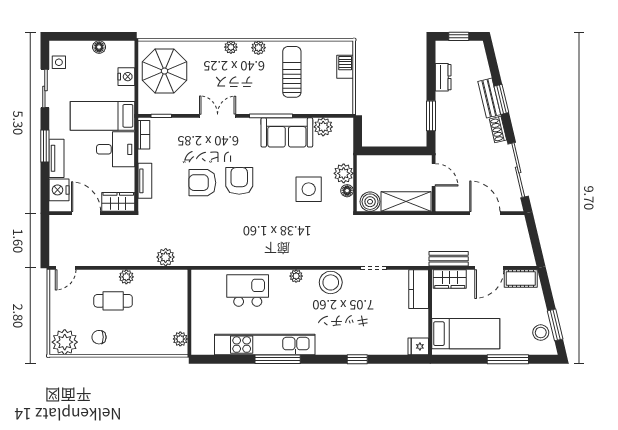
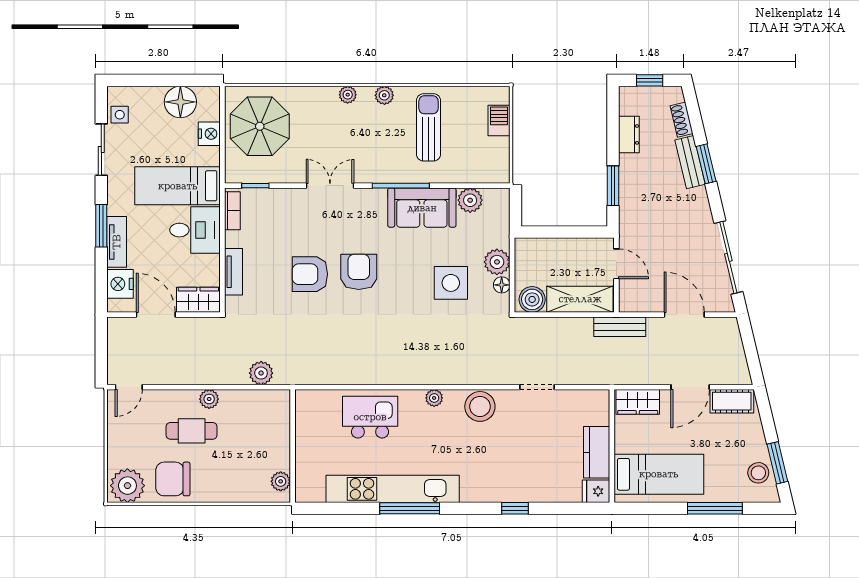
floor lamp: (99, 47) -> (180, 102), width x1.89, depth x1.89
shoe rack: (498, 130) -> (682, 120), moved
bench: (449, 259) -> (620, 327), moved
kitchen counter: (419, 289) -> (597, 452), moved
chair: (99, 337) -> (173, 479), width x1.87, depth x1.87

